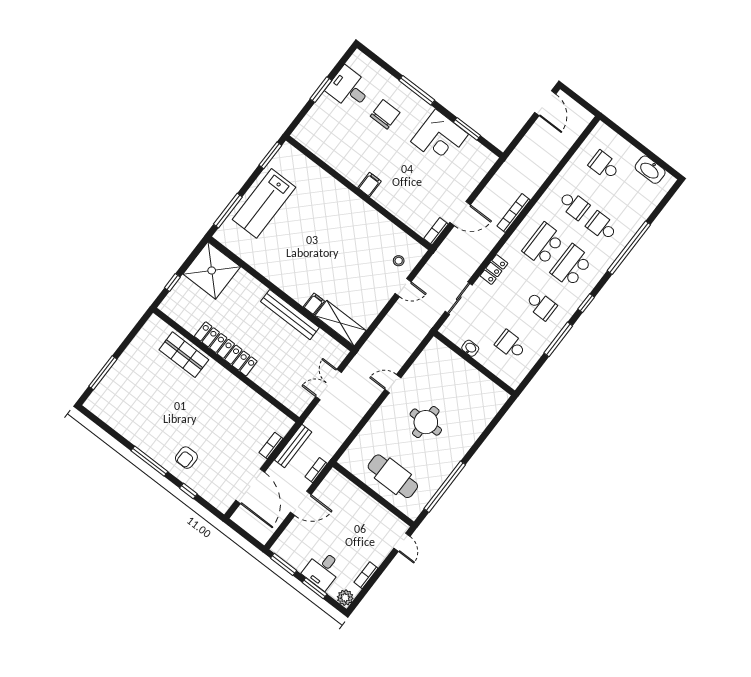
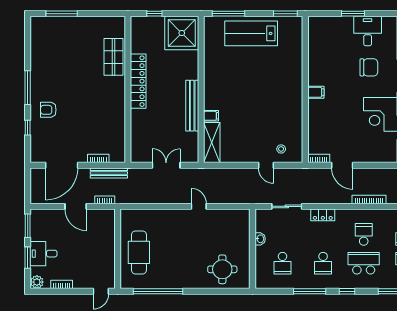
school desk: (543, 244) -> (364, 234), width x0.54
school desk: (511, 345) -> (282, 263), turned 180
round table: (426, 422) -> (222, 269), moved

